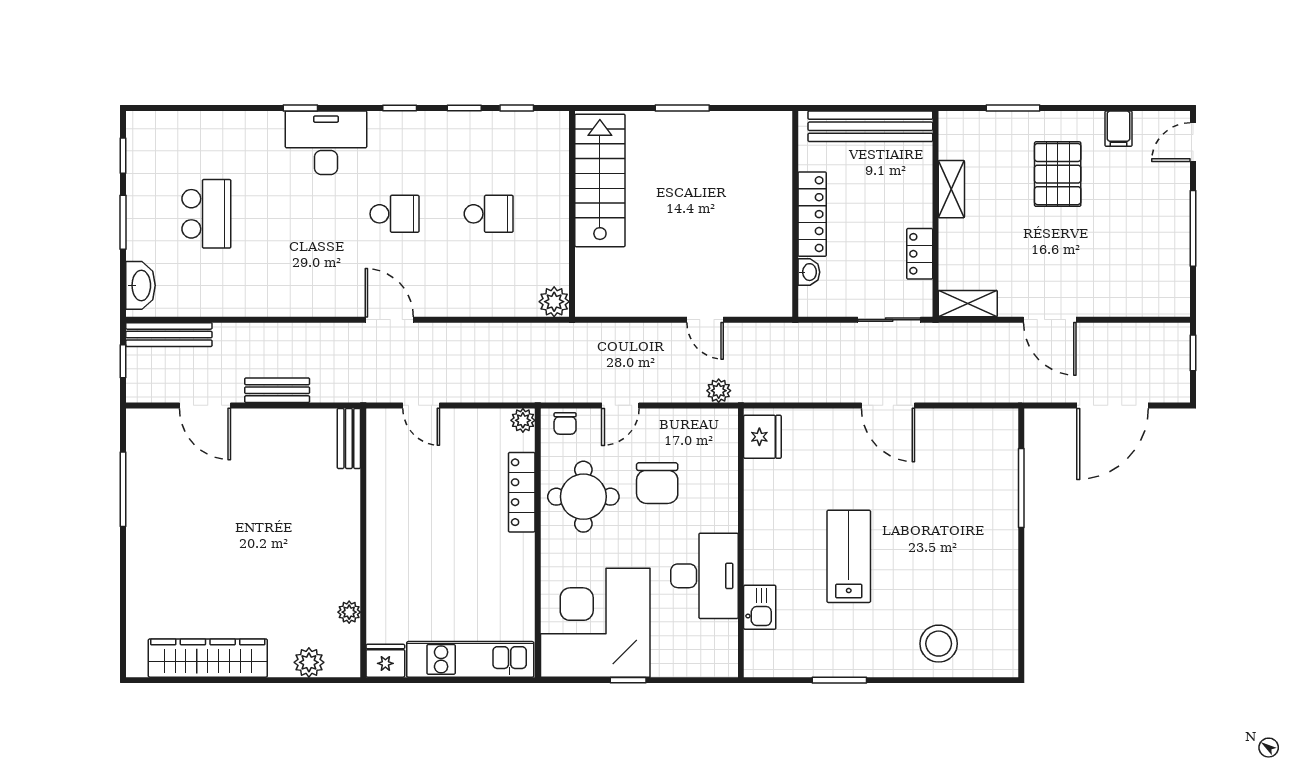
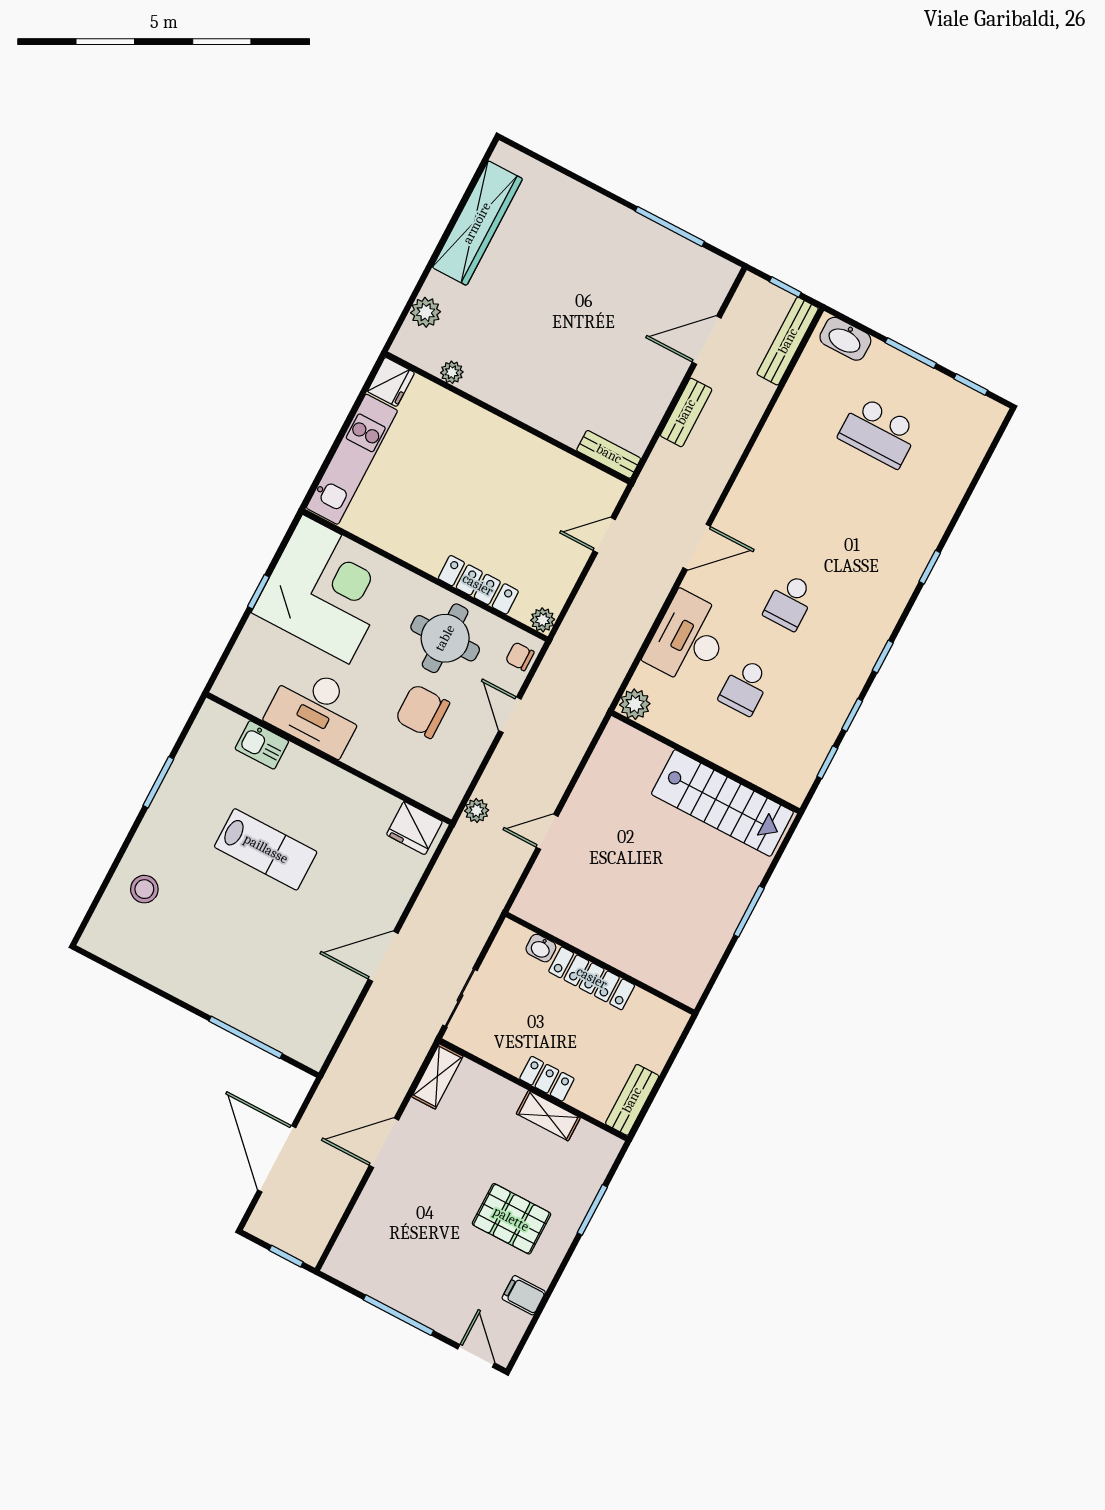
bench: (870, 126) -> (632, 1100), width x0.54, depth x0.82
desk: (326, 143) -> (689, 639), moved, turned 180
locker: (920, 254) -> (547, 1079), moved
stool: (939, 644) -> (144, 889), width x0.73, depth x0.73

